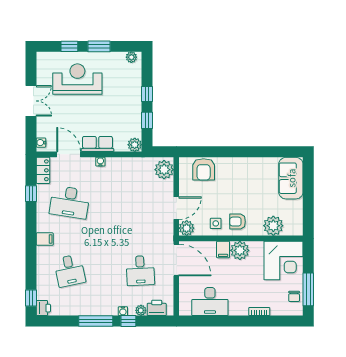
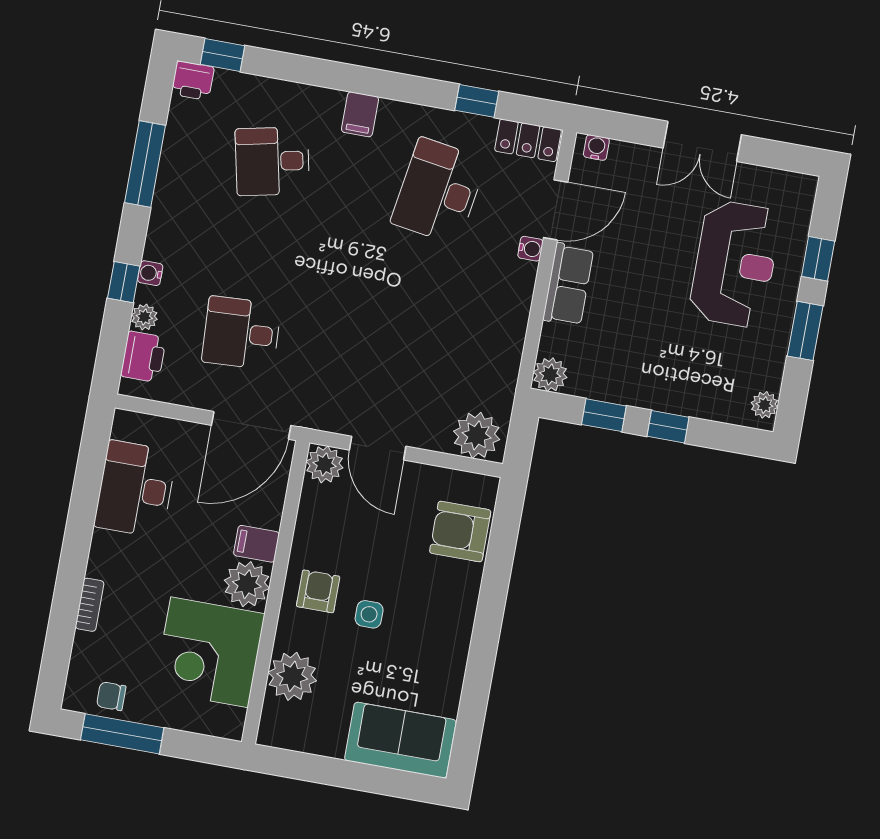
water cooler: (100, 162) -> (530, 249), moved
side table: (216, 223) -> (369, 614), moved
corner desk: (284, 260) -> (209, 652), moved
window: (96, 321) -> (145, 164), moved

